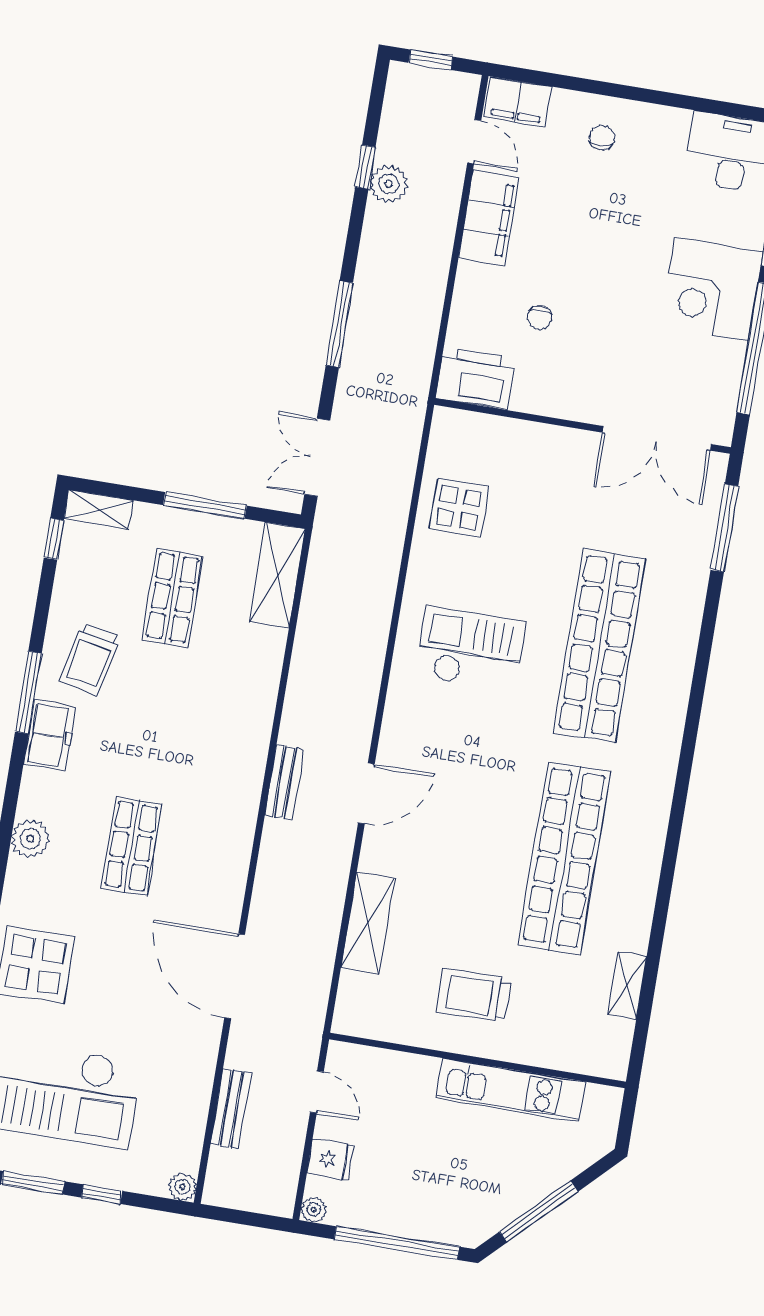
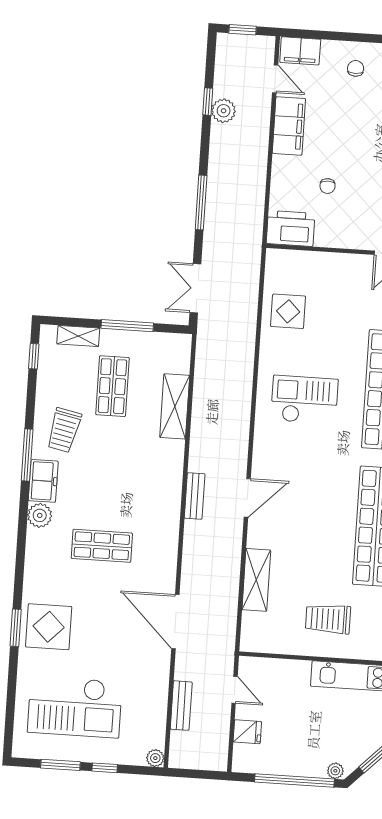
shelving: (99, 509) -> (78, 336), moved
shelving: (277, 575) -> (175, 406), moved
plant: (30, 839) -> (40, 515), moved
shop shelf: (131, 846) -> (102, 546), turned 90
plant: (314, 1210) -> (335, 771), moved

